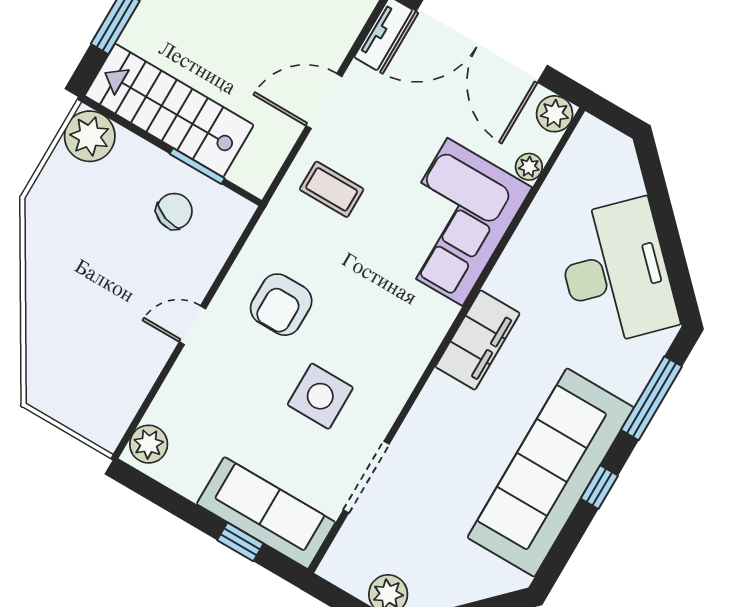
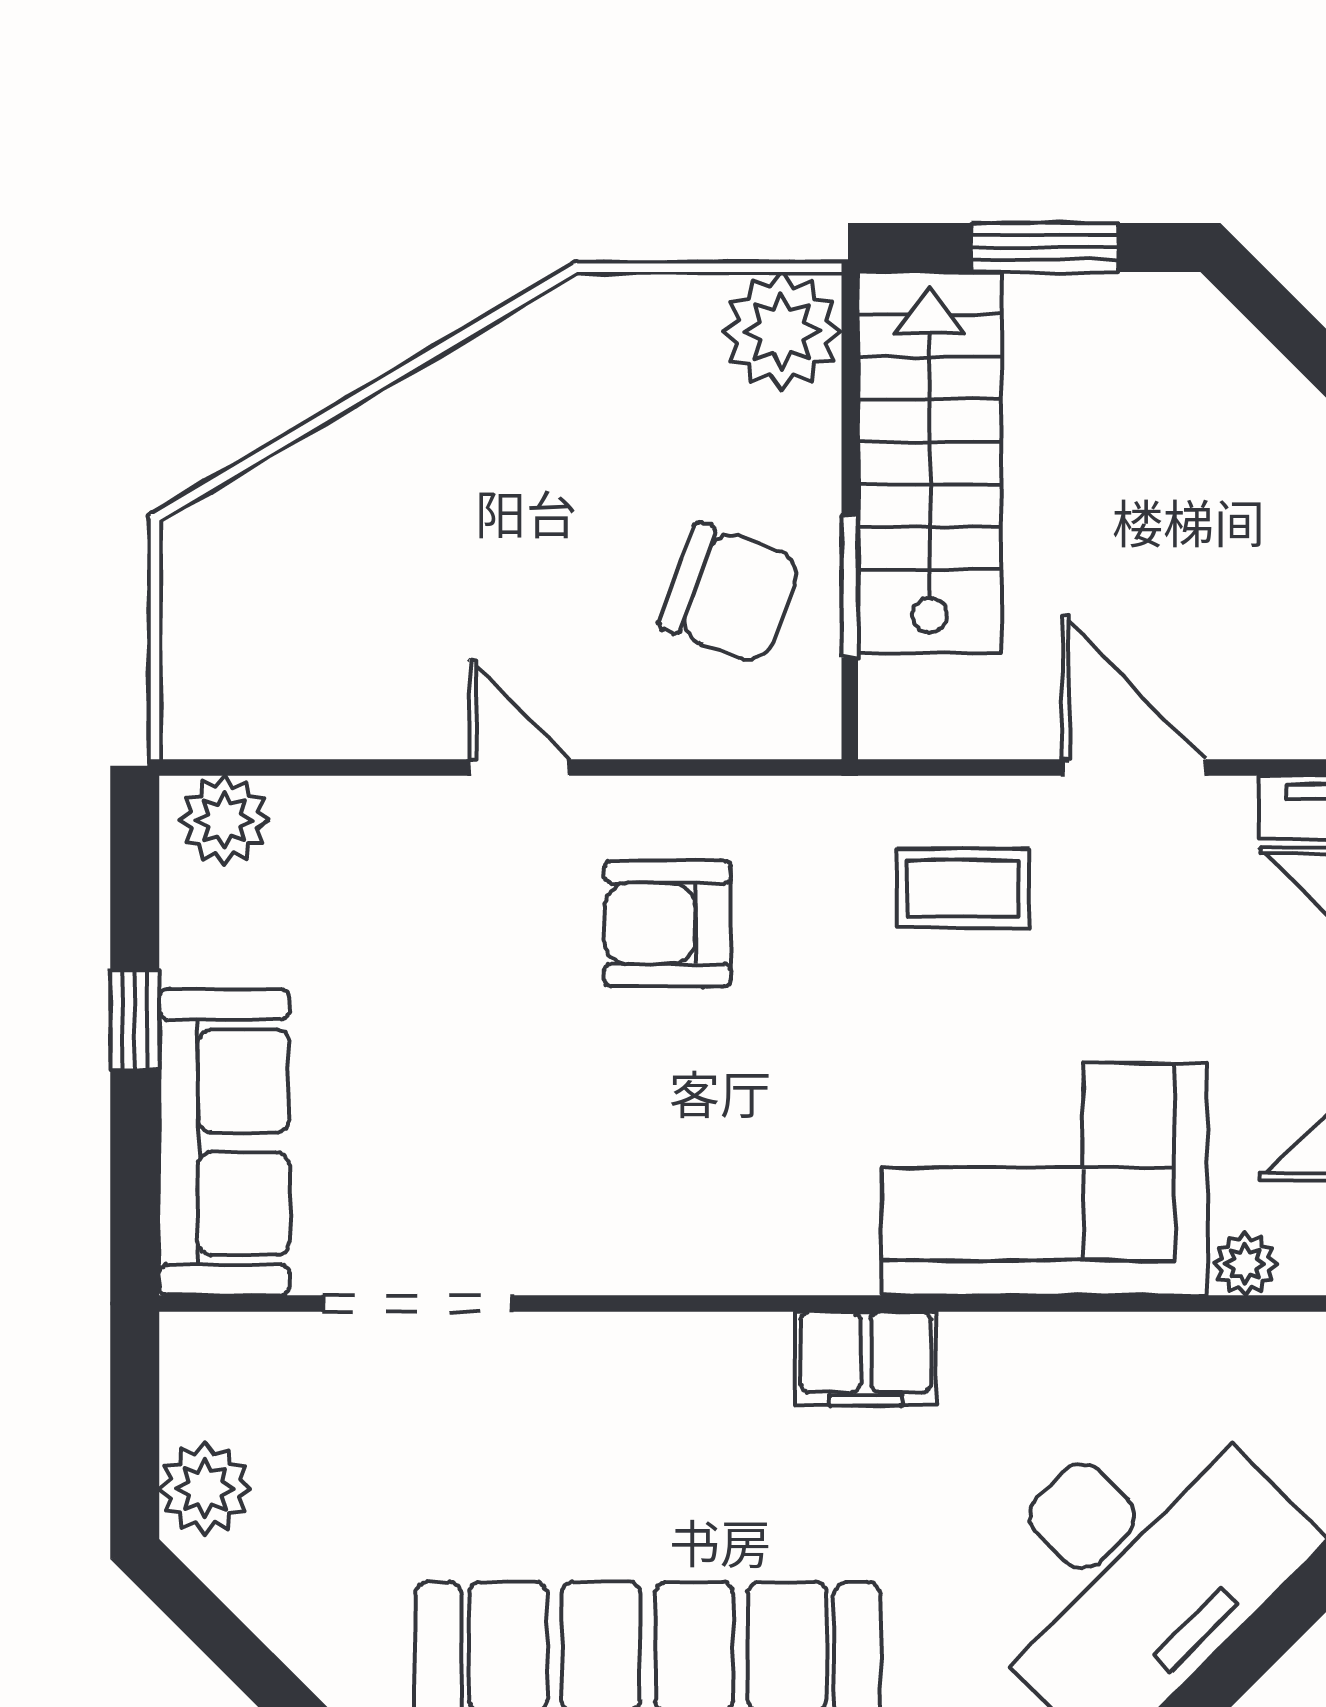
coffee table: (332, 189) -> (963, 889), turned 90
chair: (174, 211) -> (730, 594), width x1.37, depth x1.37
filing cabinet: (478, 340) -> (866, 1359), width x0.67, depth x0.86
side table: (320, 396) -> (528, 1113), removed
window: (240, 542) -> (135, 1020), moved

